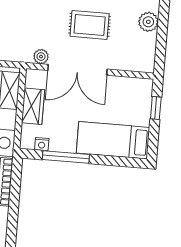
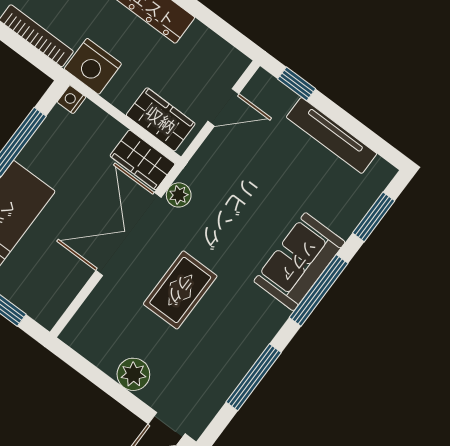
wardrobe: (33, 106) -> (143, 160), moved
nightstand: (42, 144) -> (72, 99), moved

